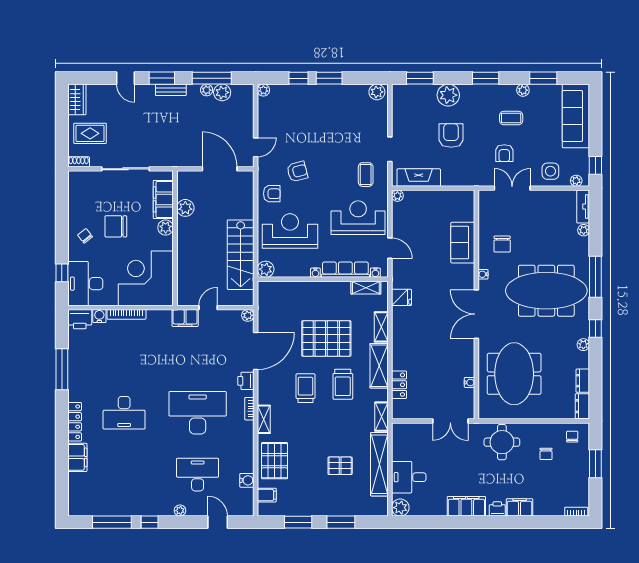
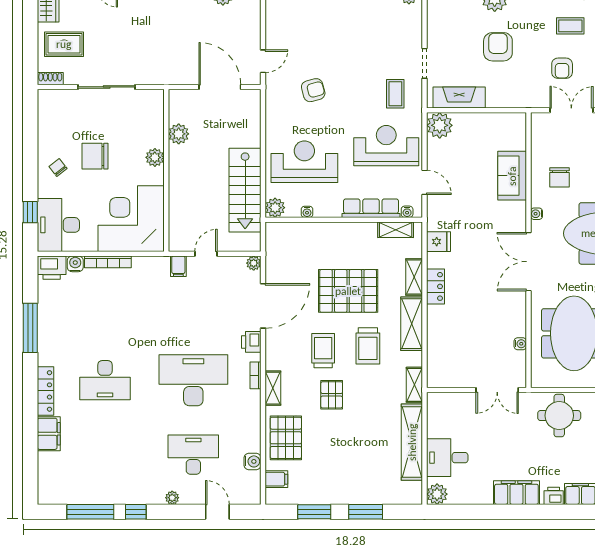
armchair: (272, 194) -> (282, 117), removed
plant: (397, 196) -> (440, 125), width x1.88, depth x1.88
filing cabinet: (163, 199) -> (152, 124), removed
water cooler: (315, 273) -> (307, 212), moved
filing cabinet: (185, 318) -> (178, 266), width x0.50
locker: (399, 385) -> (436, 286), moved
pallet: (340, 466) -> (332, 395), moved, turned 90

